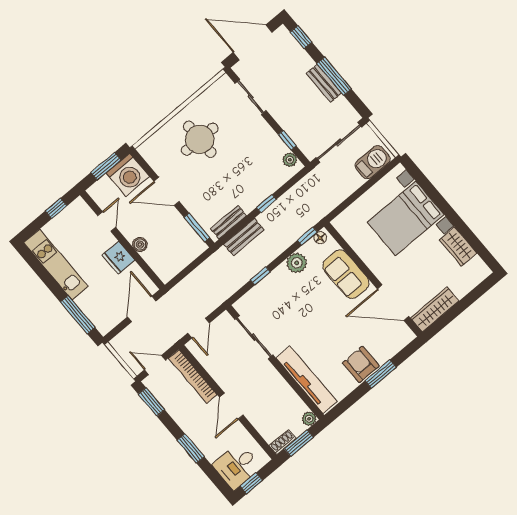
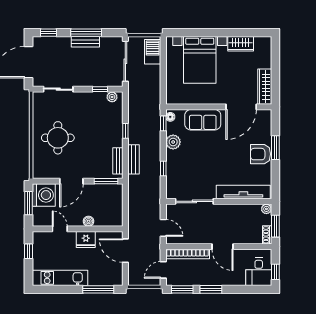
window: (191, 448) -> (211, 289), moved

